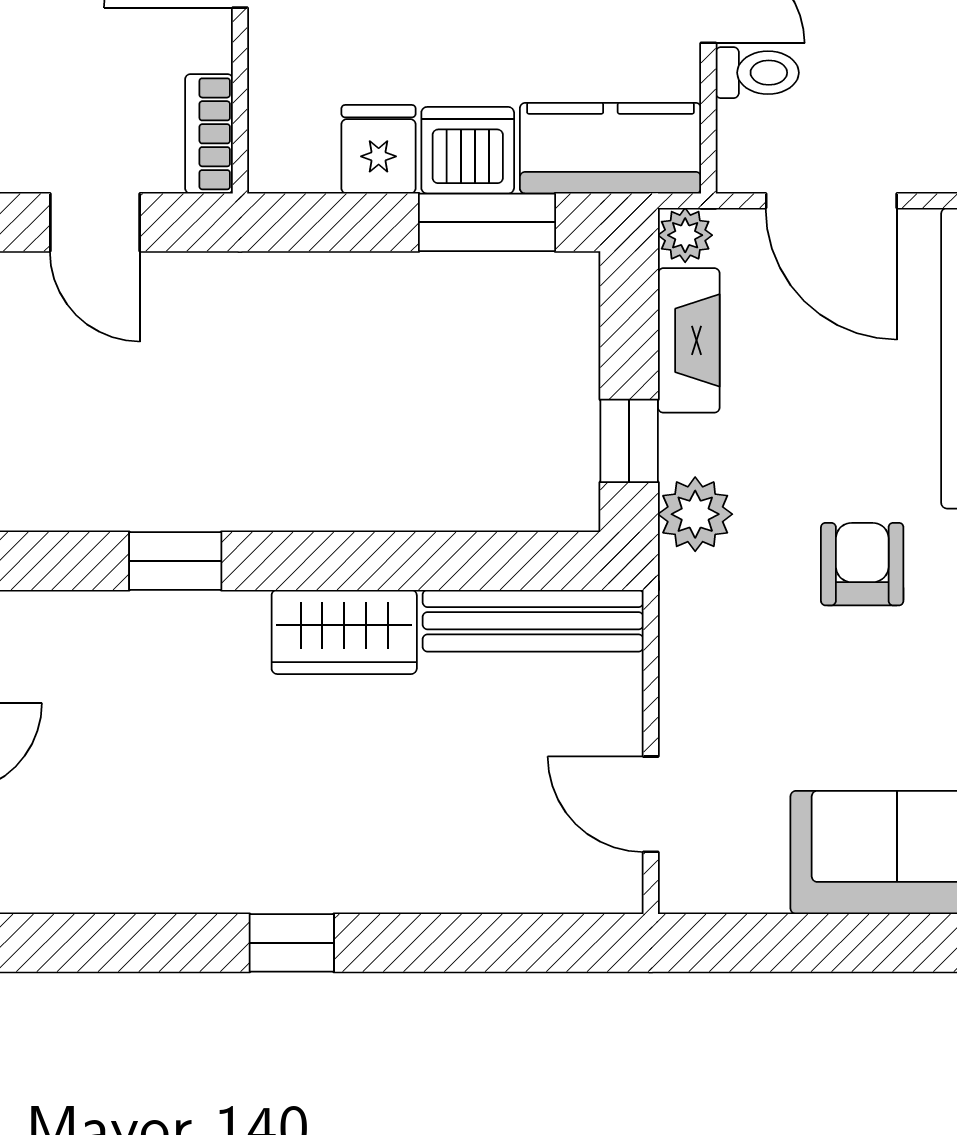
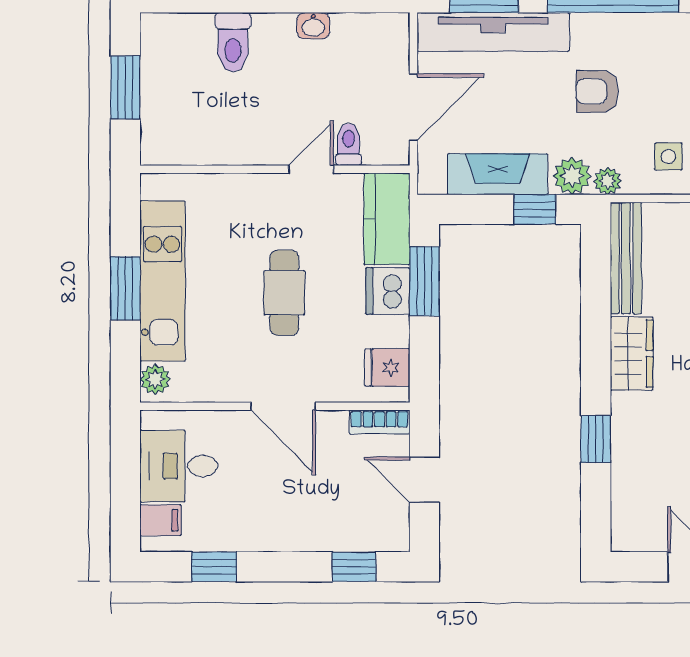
fridge: (379, 149) -> (387, 368), moved
door: (95, 222) -> (424, 480), swing flipped
plant: (685, 235) -> (608, 181), moved
fireplace: (689, 340) -> (498, 174), width x1.37, depth x1.32
side table: (734, 705) -> (668, 157), added

